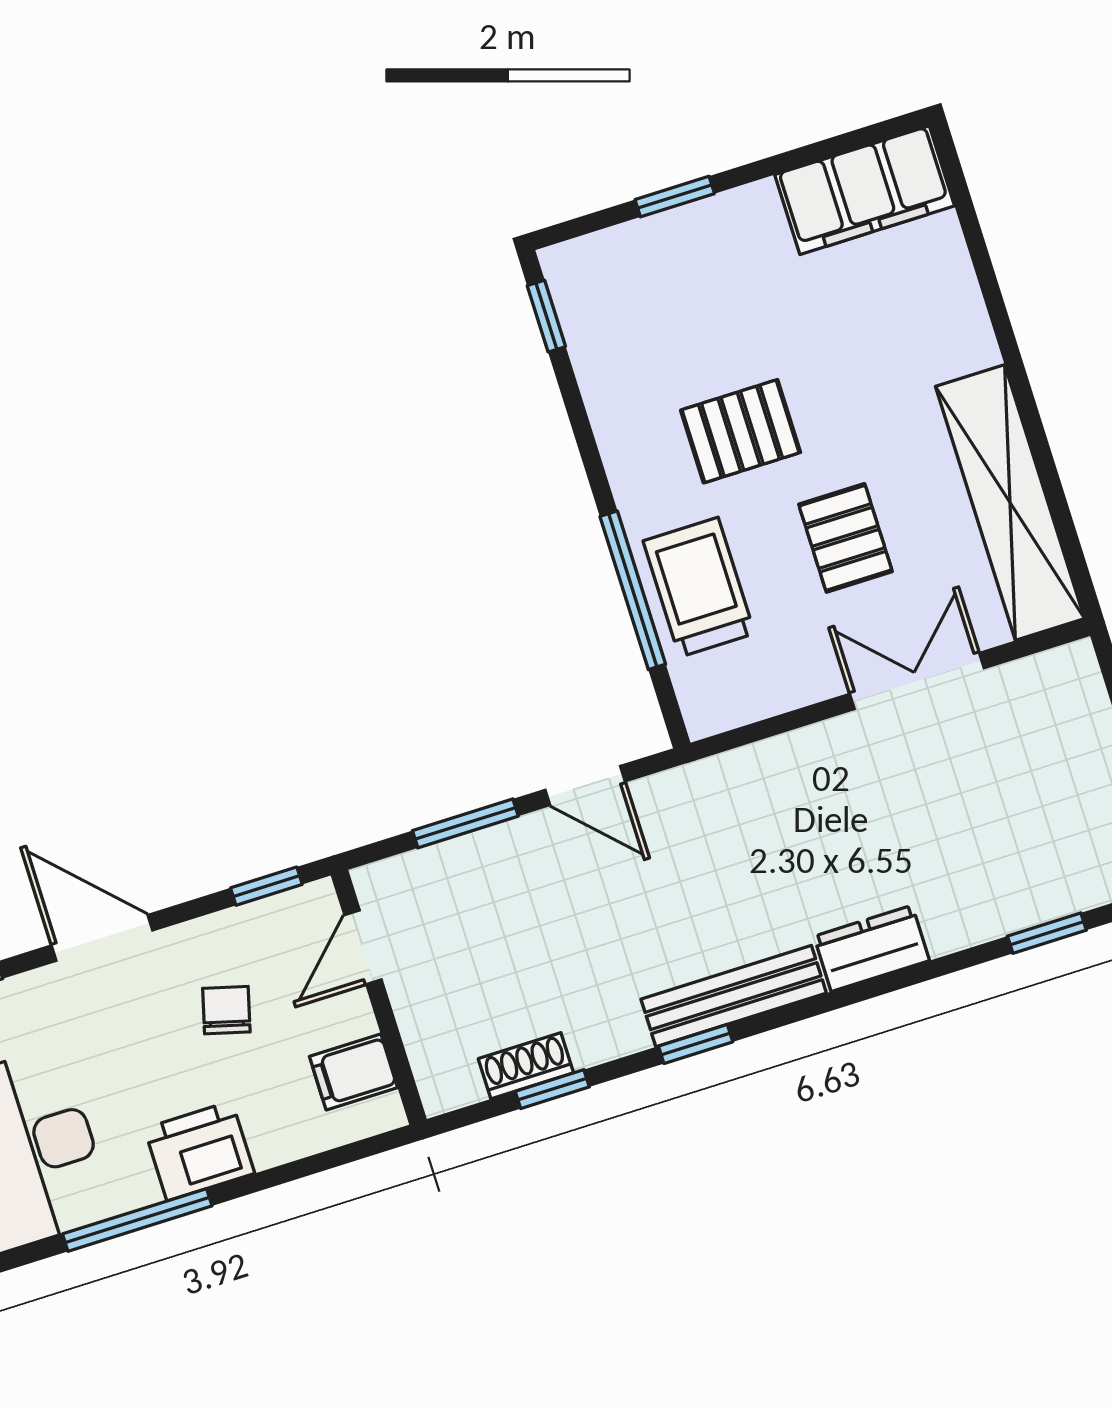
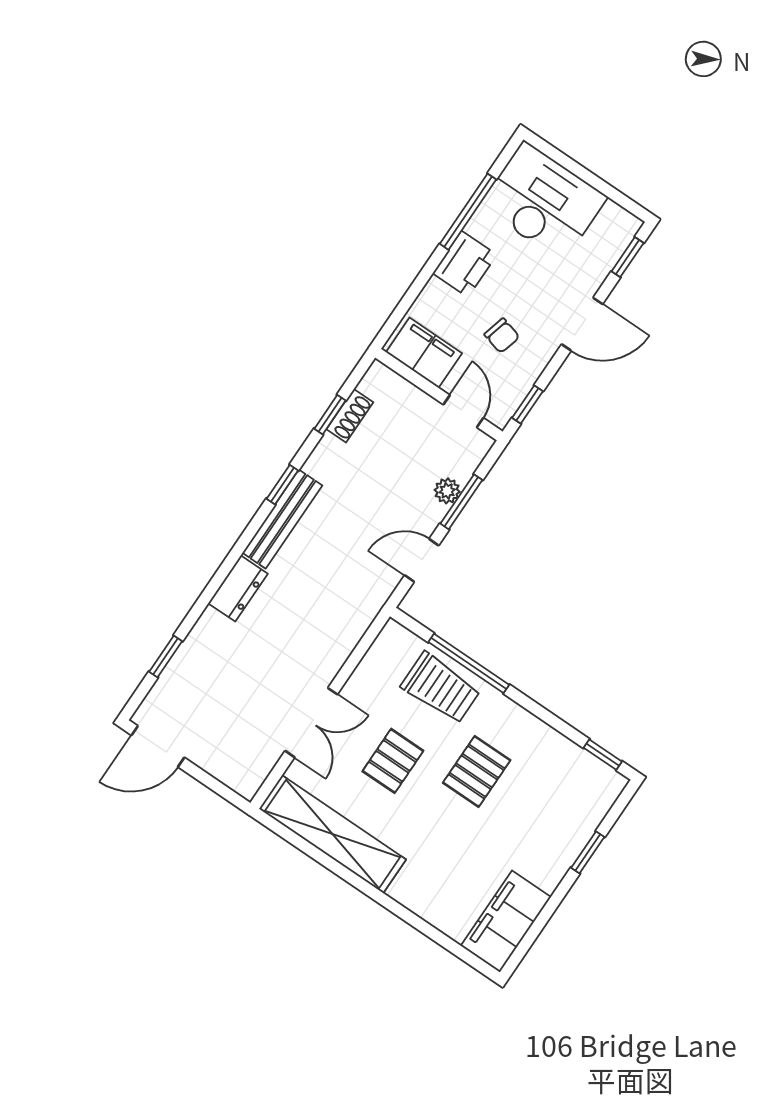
pallet: (845, 538) -> (393, 761), turned 90
plant: (473, 854) -> (447, 491), added
filing cabinet: (354, 1072) -> (424, 353), width x2.00

